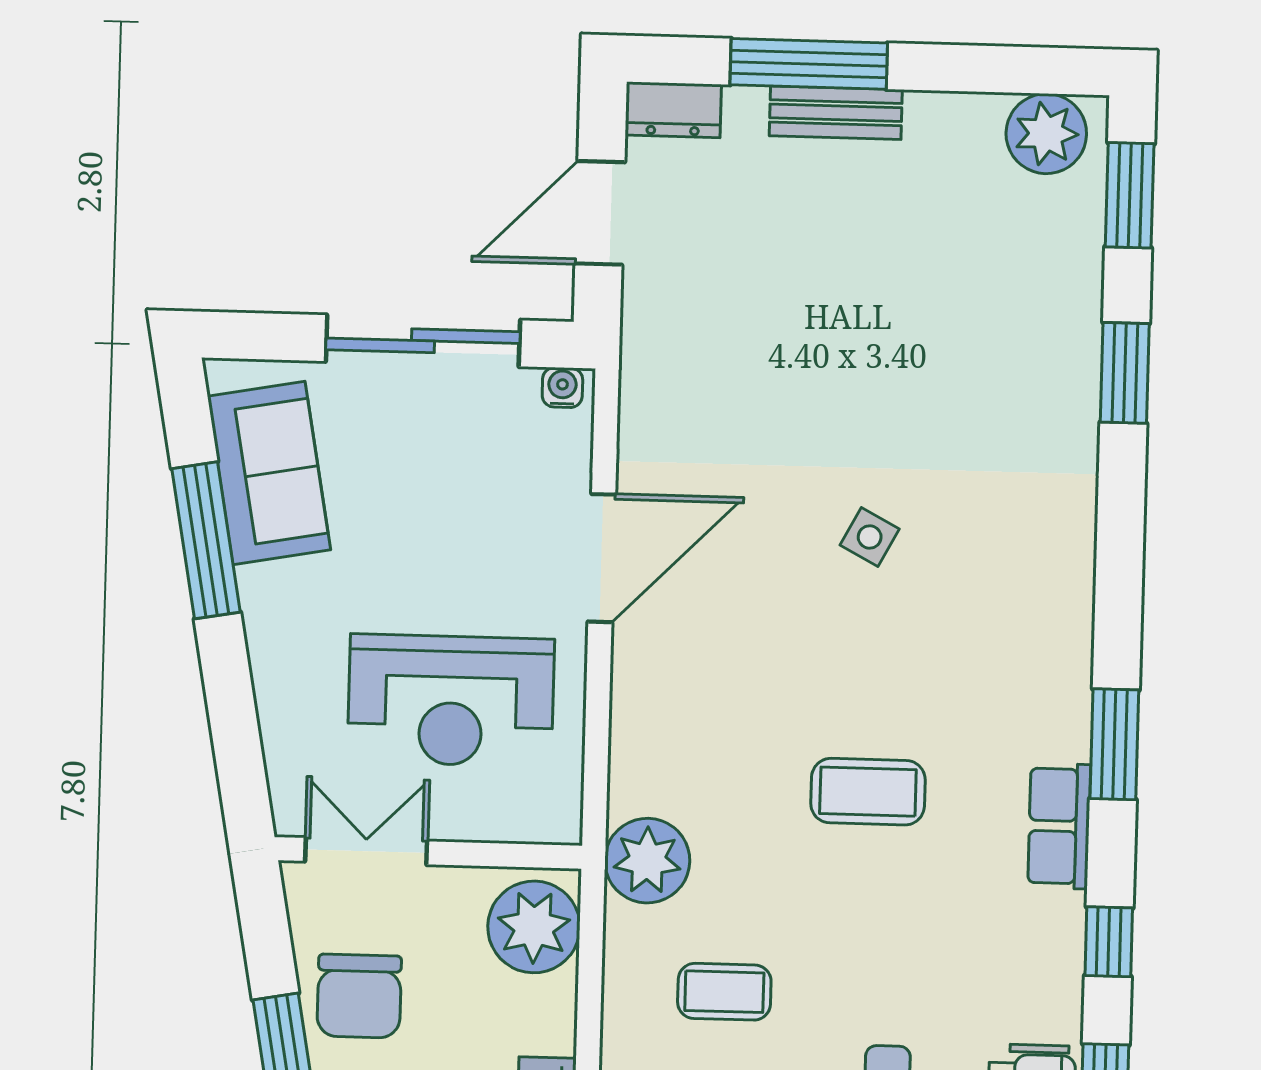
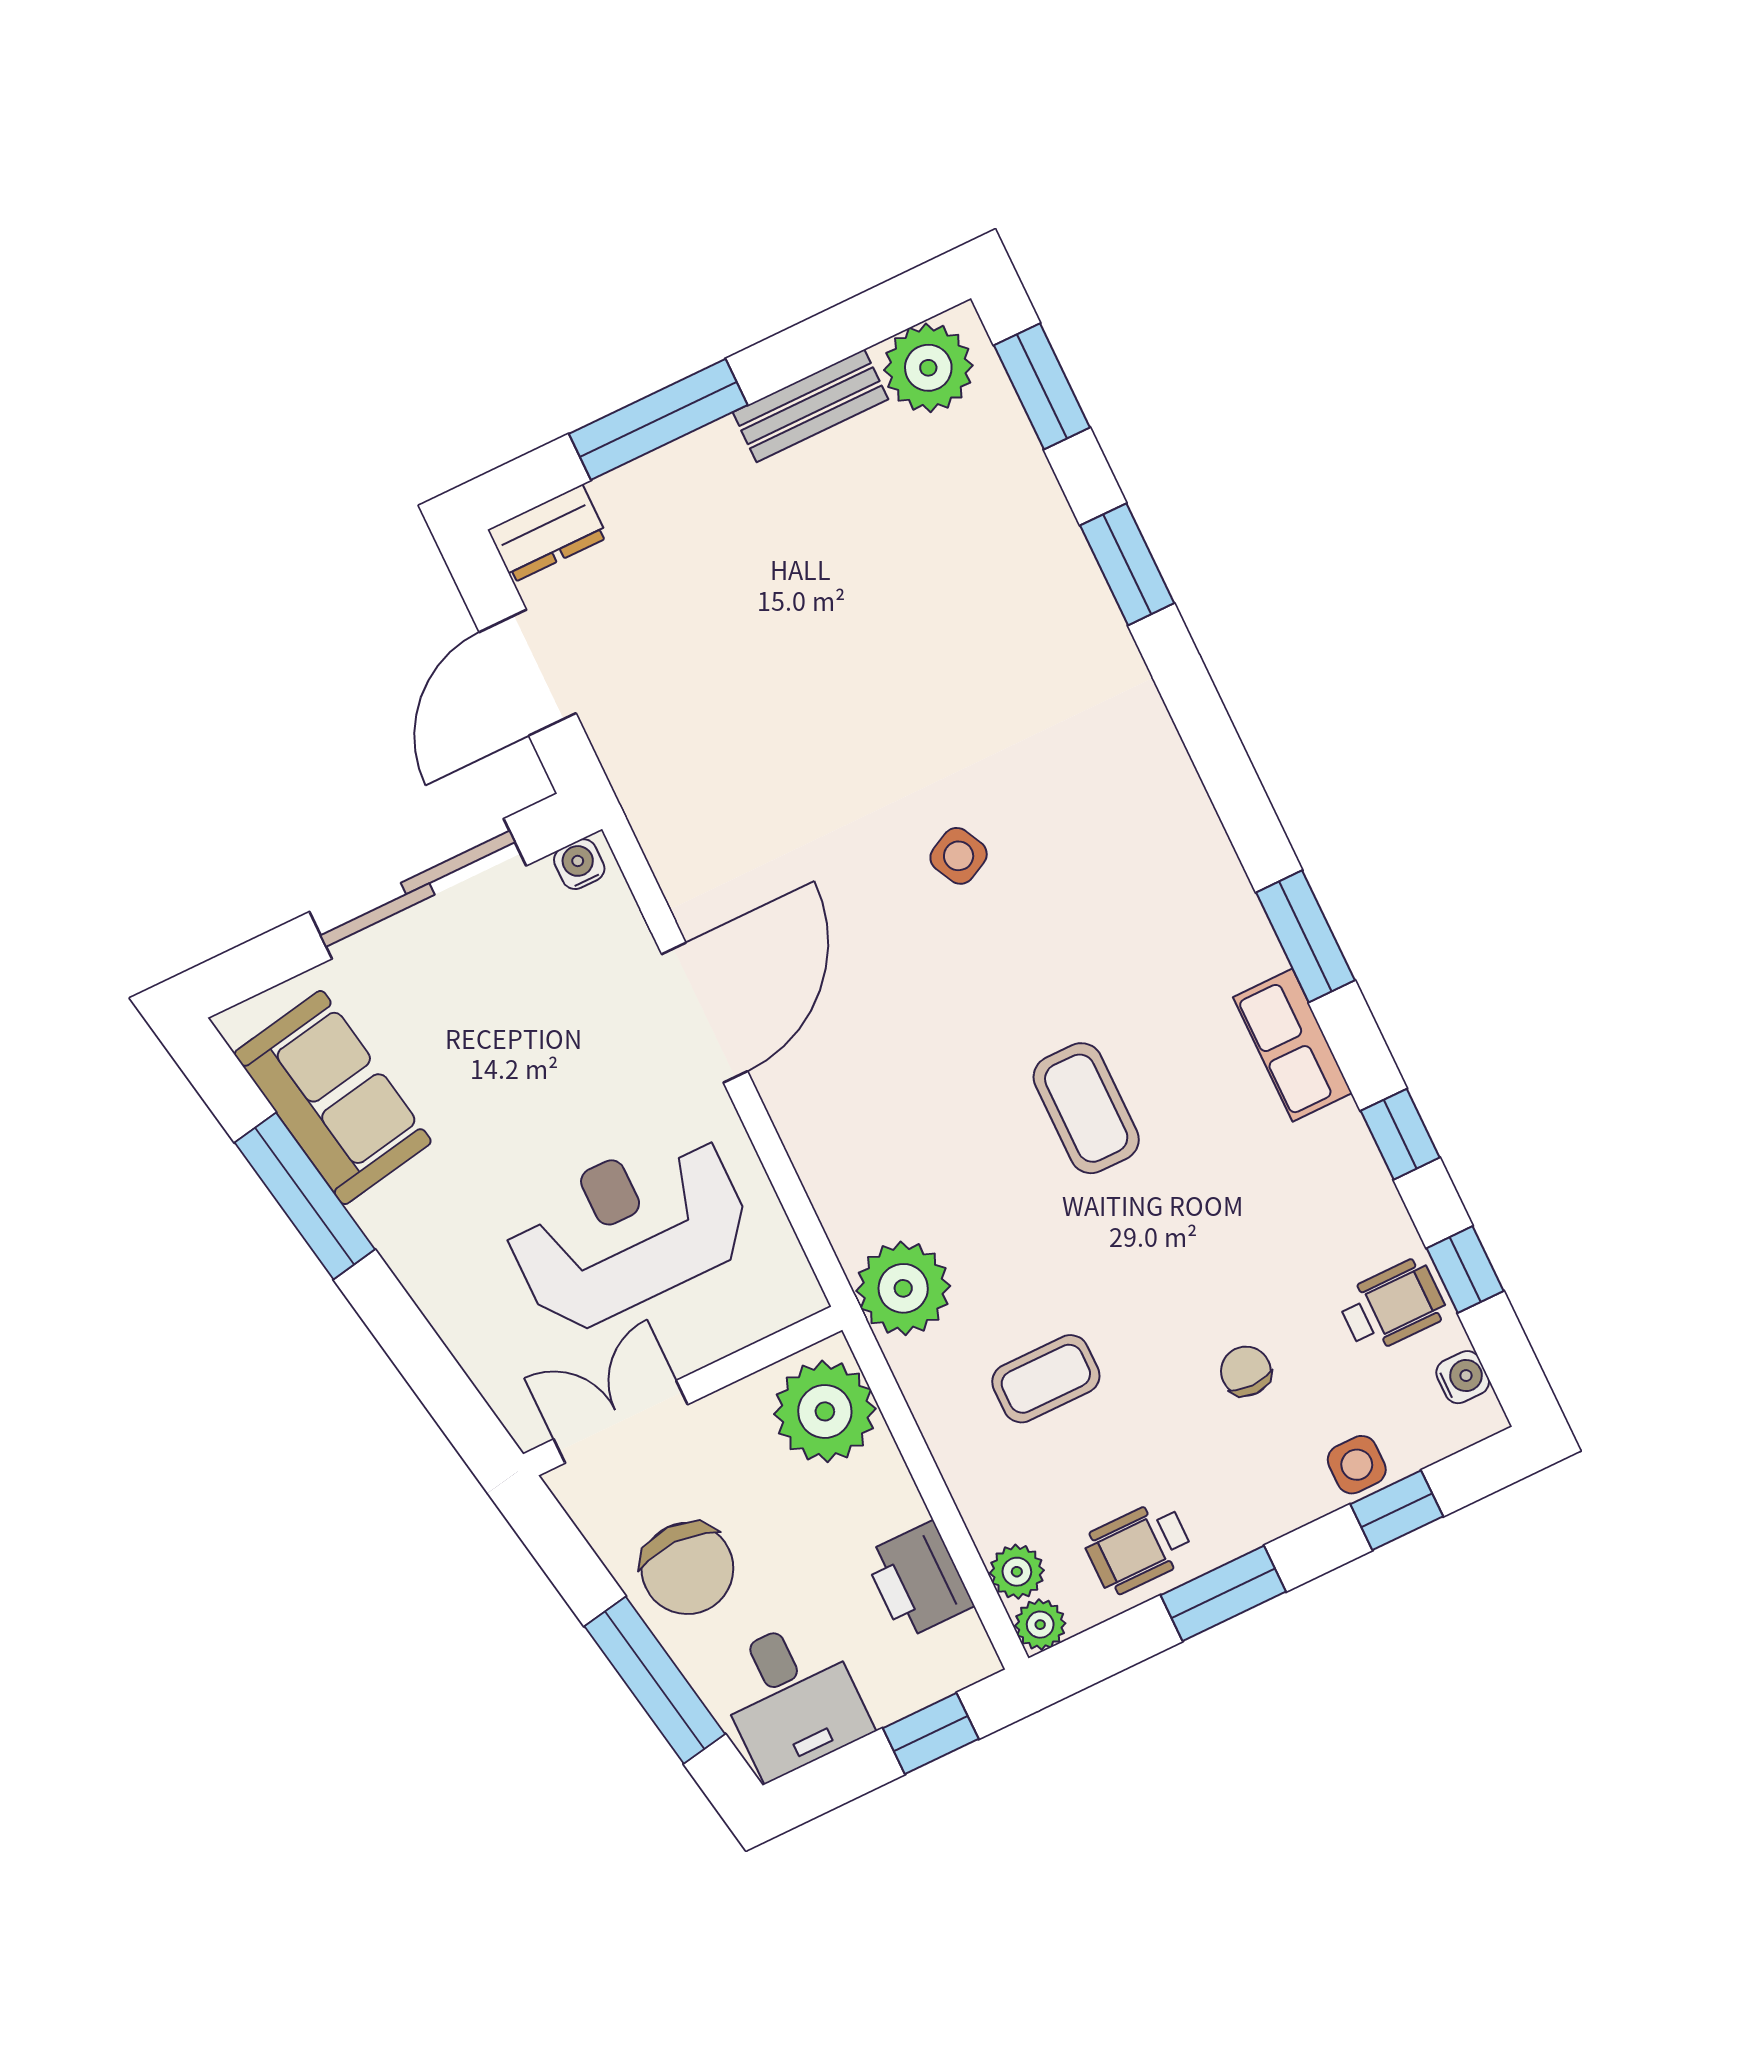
bench: (836, 113) -> (810, 406), moved
side table: (870, 537) -> (959, 856), turned 35
reception desk: (451, 700) -> (628, 1230), turned 180
coffee table: (868, 792) -> (1086, 1108), turned 90

